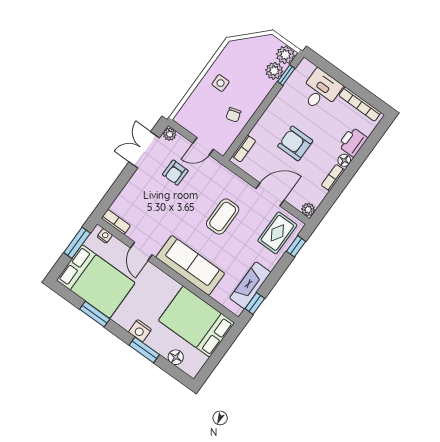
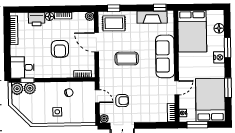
desk: (320, 91) -> (22, 67), moved

